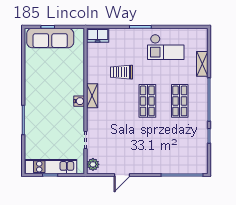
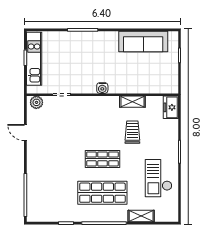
sofa: (50, 38) -> (143, 41), moved, turned -90
shelving: (92, 96) -> (132, 102), moved
shop shelf: (180, 101) -> (102, 193), width x1.43, depth x1.36

